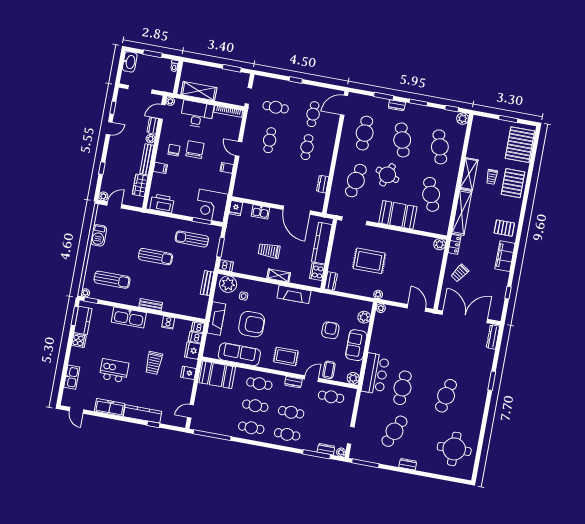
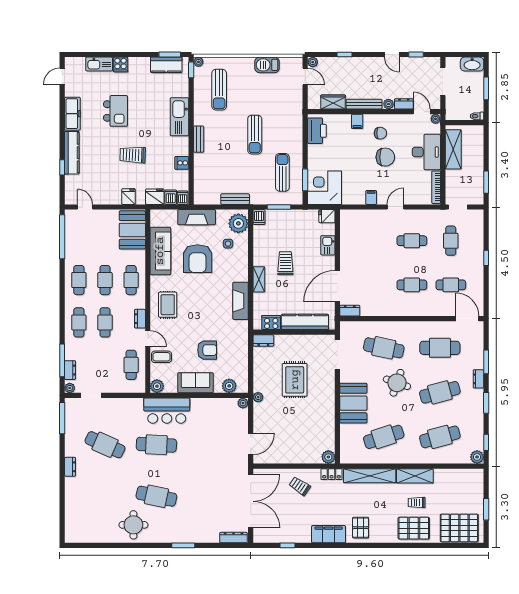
dresser: (323, 184) -> (350, 311), moved
cooker: (79, 341) -> (121, 64), moved
round table: (454, 449) -> (133, 525), moved, width x0.73, depth x0.73

